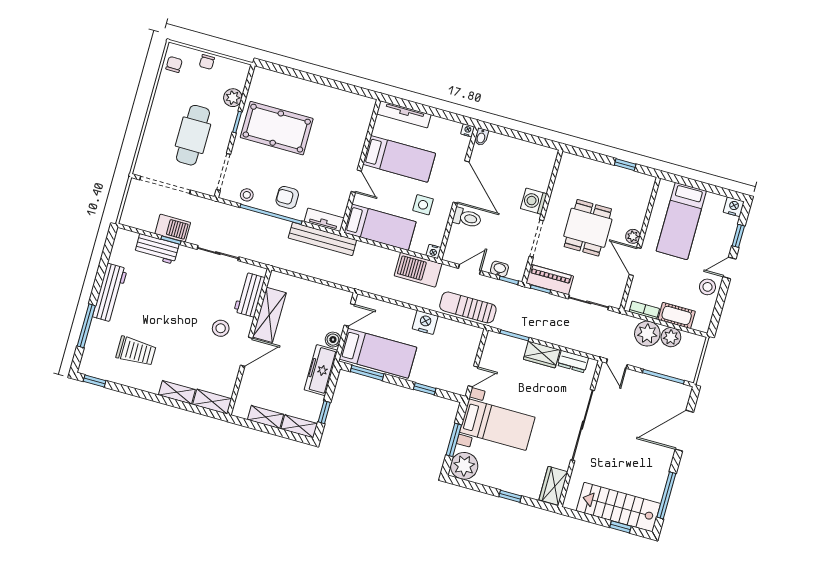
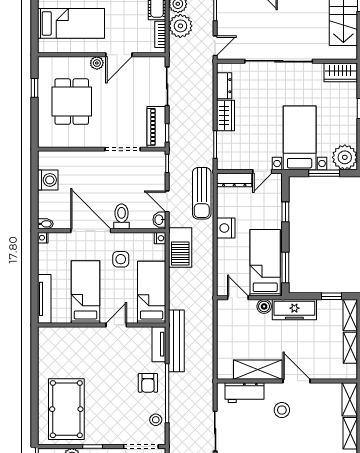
pool table: (277, 128) -> (66, 409), moved
door: (461, 182) -> (91, 231), hinge flipped
washing machine: (534, 201) -> (48, 180), moved, turned -90
dining table: (588, 228) -> (72, 102), moved, turned 90
washbasin: (499, 269) -> (159, 220), moved
dresser: (472, 345) -> (234, 180), added
door: (473, 376) -> (262, 172), swing flipped

